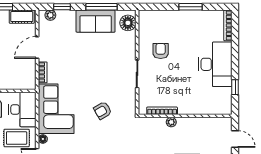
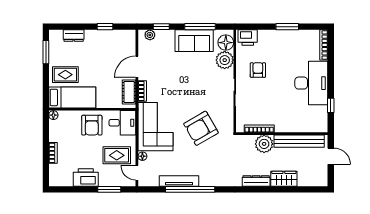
cot: (22, 17) -> (129, 92), moved, turned 90
printer: (150, 18) -> (248, 38), added
plant: (127, 41) -> (225, 60), added
desk: (22, 109) -> (122, 123), width x0.73
armchair: (103, 110) -> (201, 128), width x1.88, depth x1.88
plant: (171, 122) -> (264, 144), width x1.87, depth x1.87
bench: (203, 124) -> (299, 141), added

